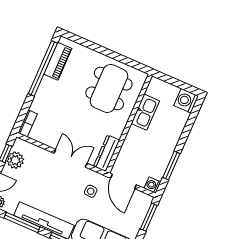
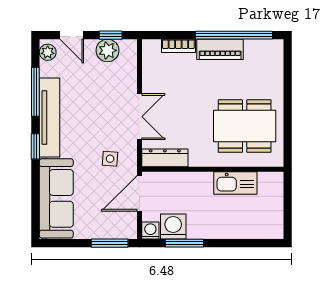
piano: (58, 61) -> (220, 49), moved
washing machine: (186, 101) -> (173, 227), moved
bookcase: (28, 123) -> (178, 46), moved

